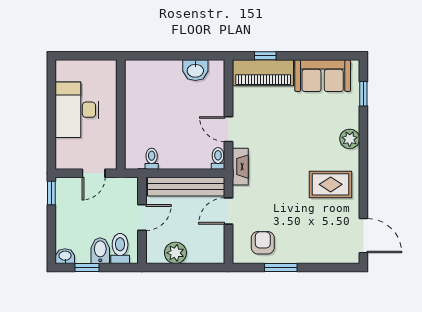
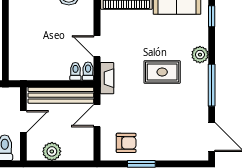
toilet: (152, 159) -> (75, 71), moved
window: (363, 175) -> (212, 85), added
rug: (331, 184) -> (162, 72), moved
armchair: (263, 243) -> (126, 143), turned 90

